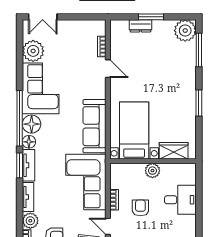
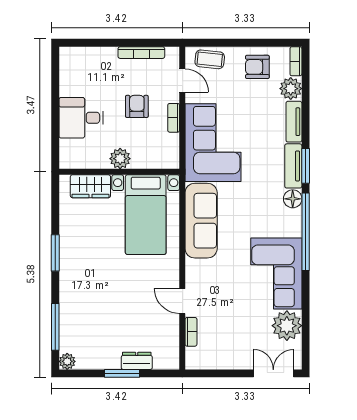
plant: (185, 31) -> (67, 361), width x0.53, depth x0.53
floor lamp: (32, 124) -> (289, 223), removed
armchair: (140, 208) -> (137, 106), turned 180

